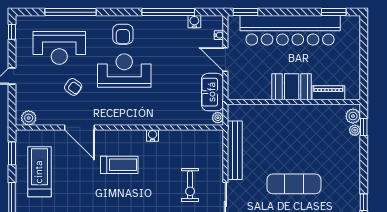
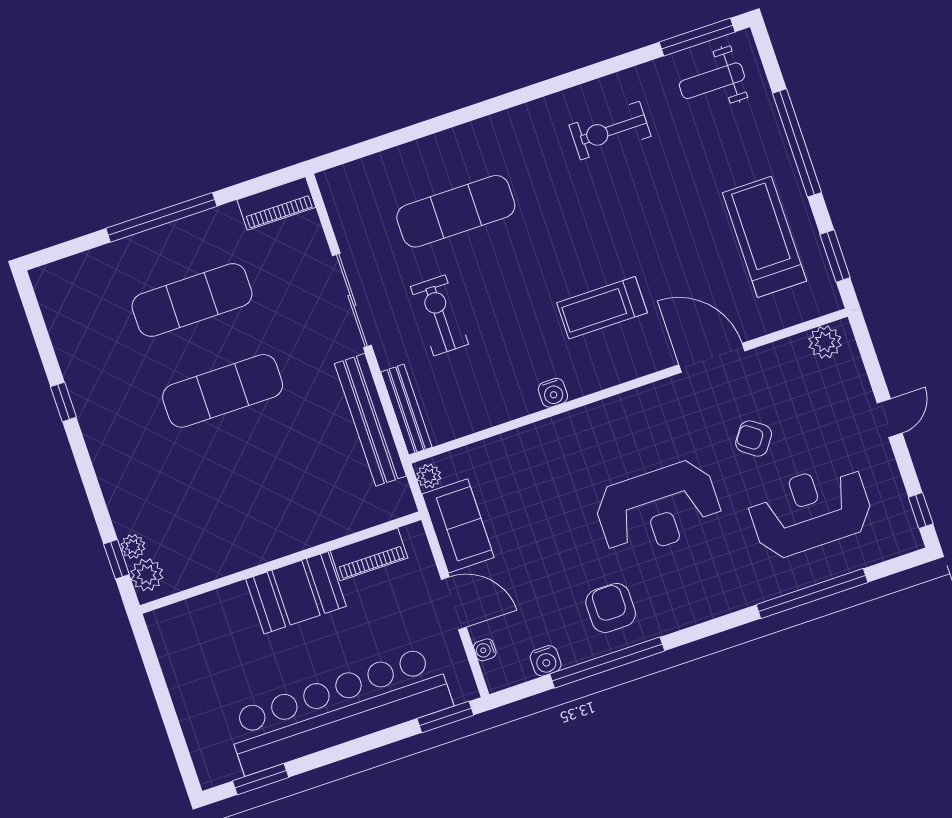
armchair: (123, 34) -> (611, 608), moved
piano: (328, 93) -> (369, 554), moved
bench: (218, 149) -> (406, 410), added
treadmill: (39, 172) -> (764, 237), turned 180

